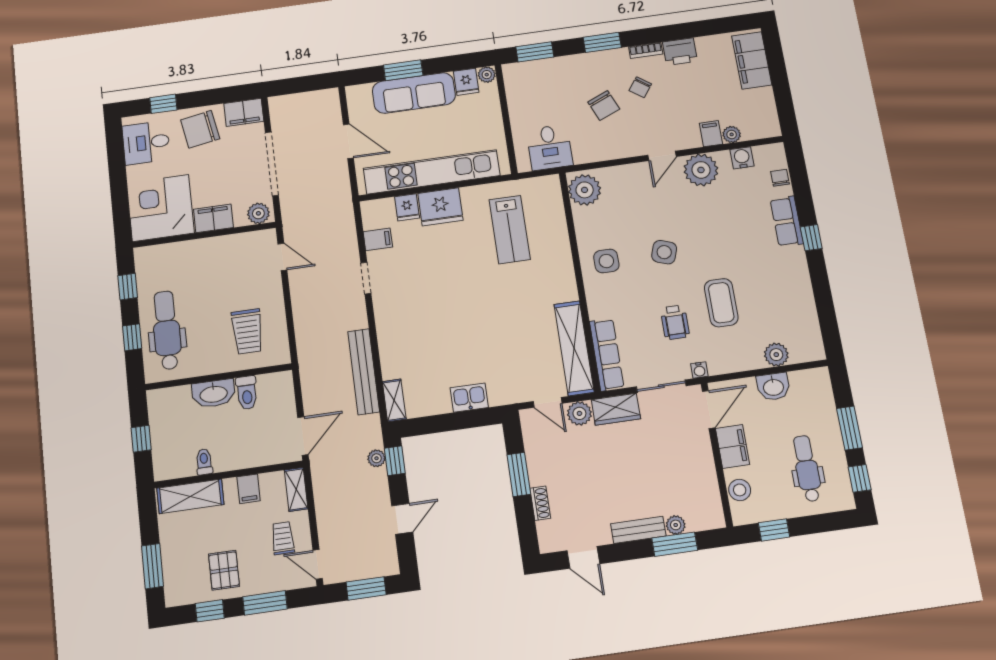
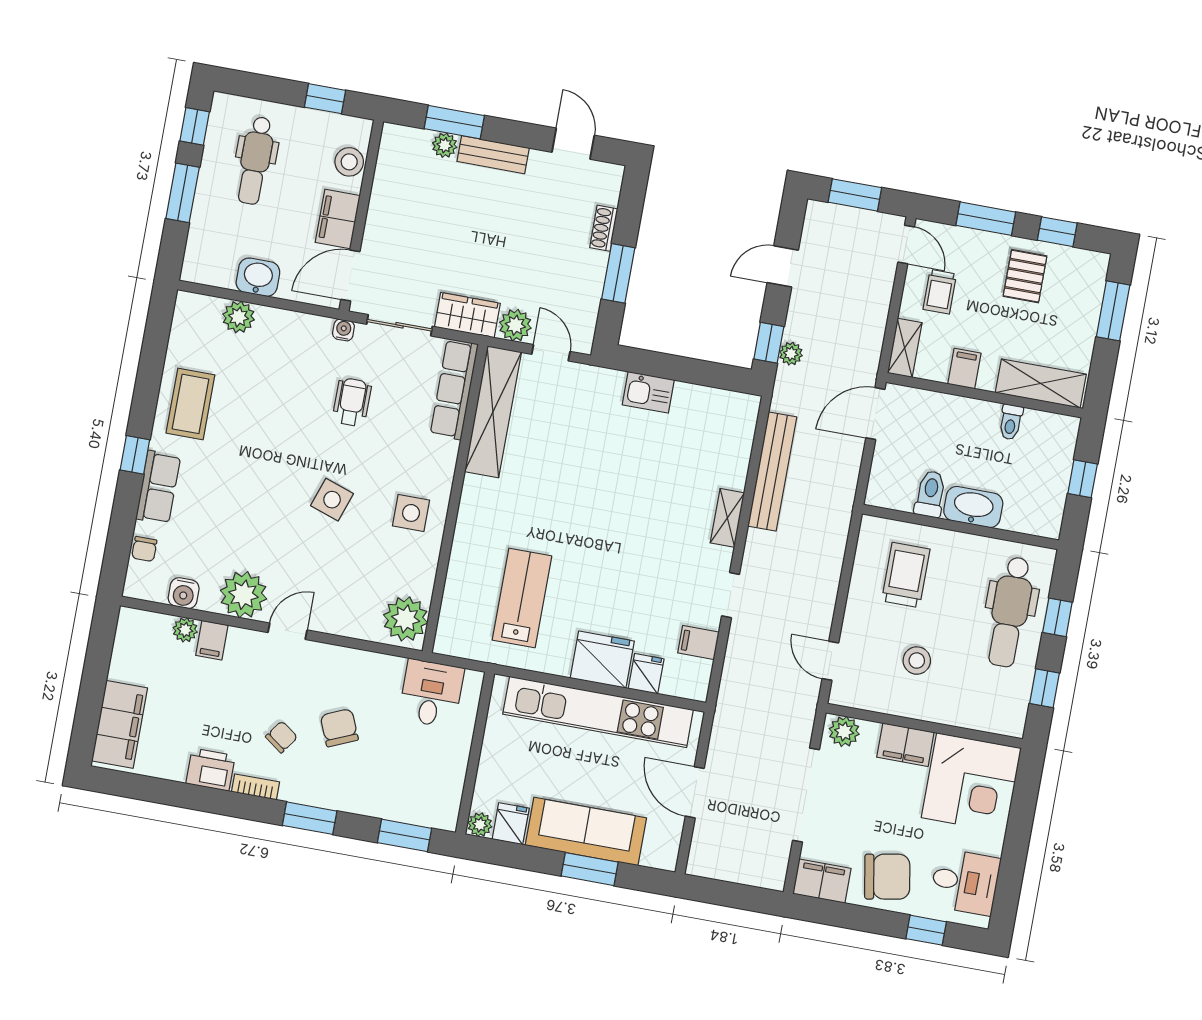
stool: (222, 276) -> (917, 661), added
coffee table: (721, 303) -> (190, 404), moved
shelving: (394, 400) -> (727, 518), moved

